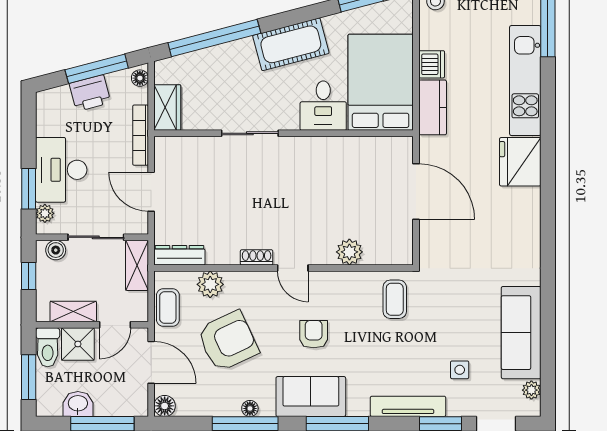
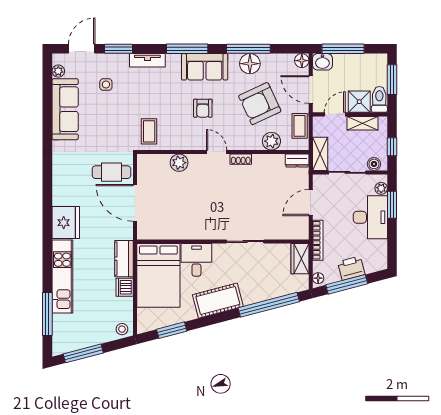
door: (151, 192) -> (311, 203), swing flipped
cafe table: (451, 238) -> (111, 172), added
dresser: (179, 255) -> (297, 161), width x0.70
washbasin: (78, 404) -> (322, 62), moved
tv unit: (408, 406) -> (147, 60), width x0.71
floor lamp: (250, 408) -> (250, 64), width x1.89, depth x1.89

